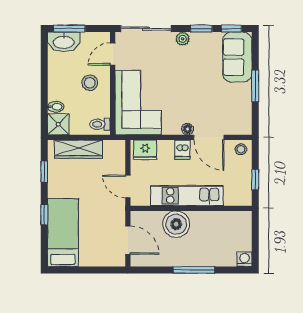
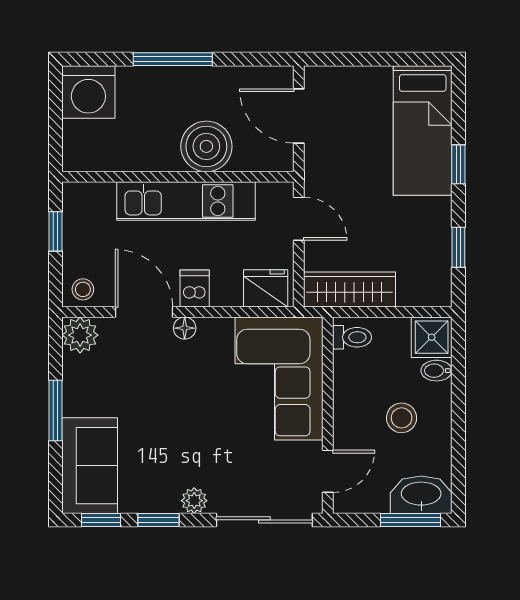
stool: (90, 83) -> (402, 418), moved
plant: (242, 125) -> (80, 335), added
wardrobe: (79, 149) -> (350, 289), moved
washing machine: (244, 259) -> (88, 92), width x1.89, depth x1.89

